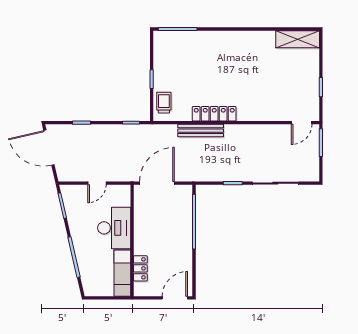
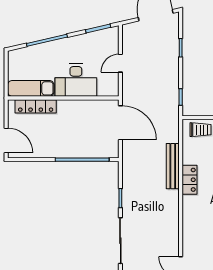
locker: (214, 114) -> (189, 180), width x0.66
door: (97, 183) -> (120, 63), hinge flipped
locker: (140, 268) -> (36, 106), width x1.53

